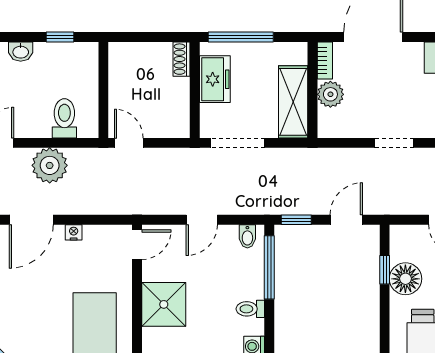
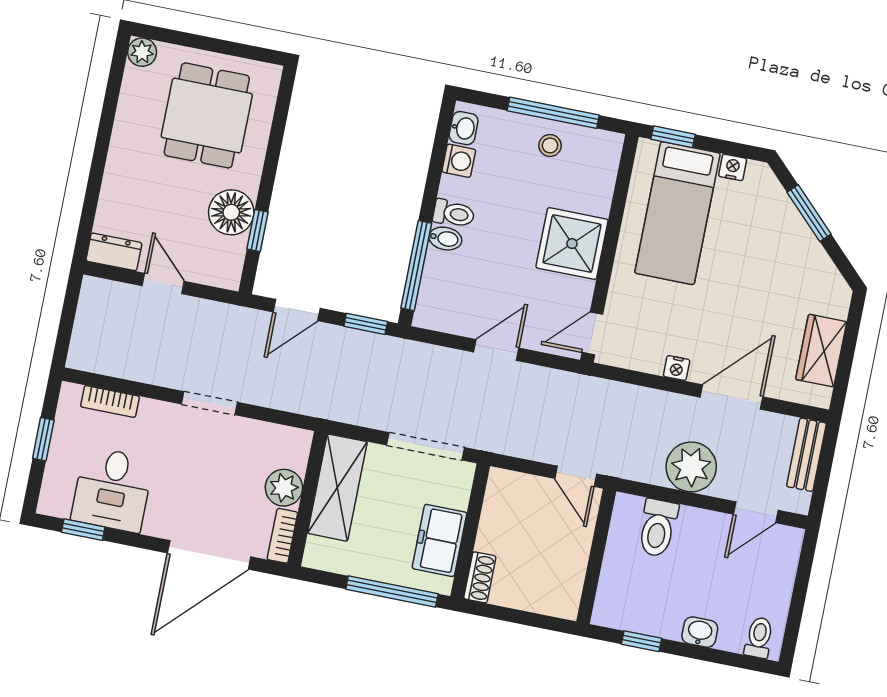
bidet: (247, 236) -> (445, 239), moved, turned 90

